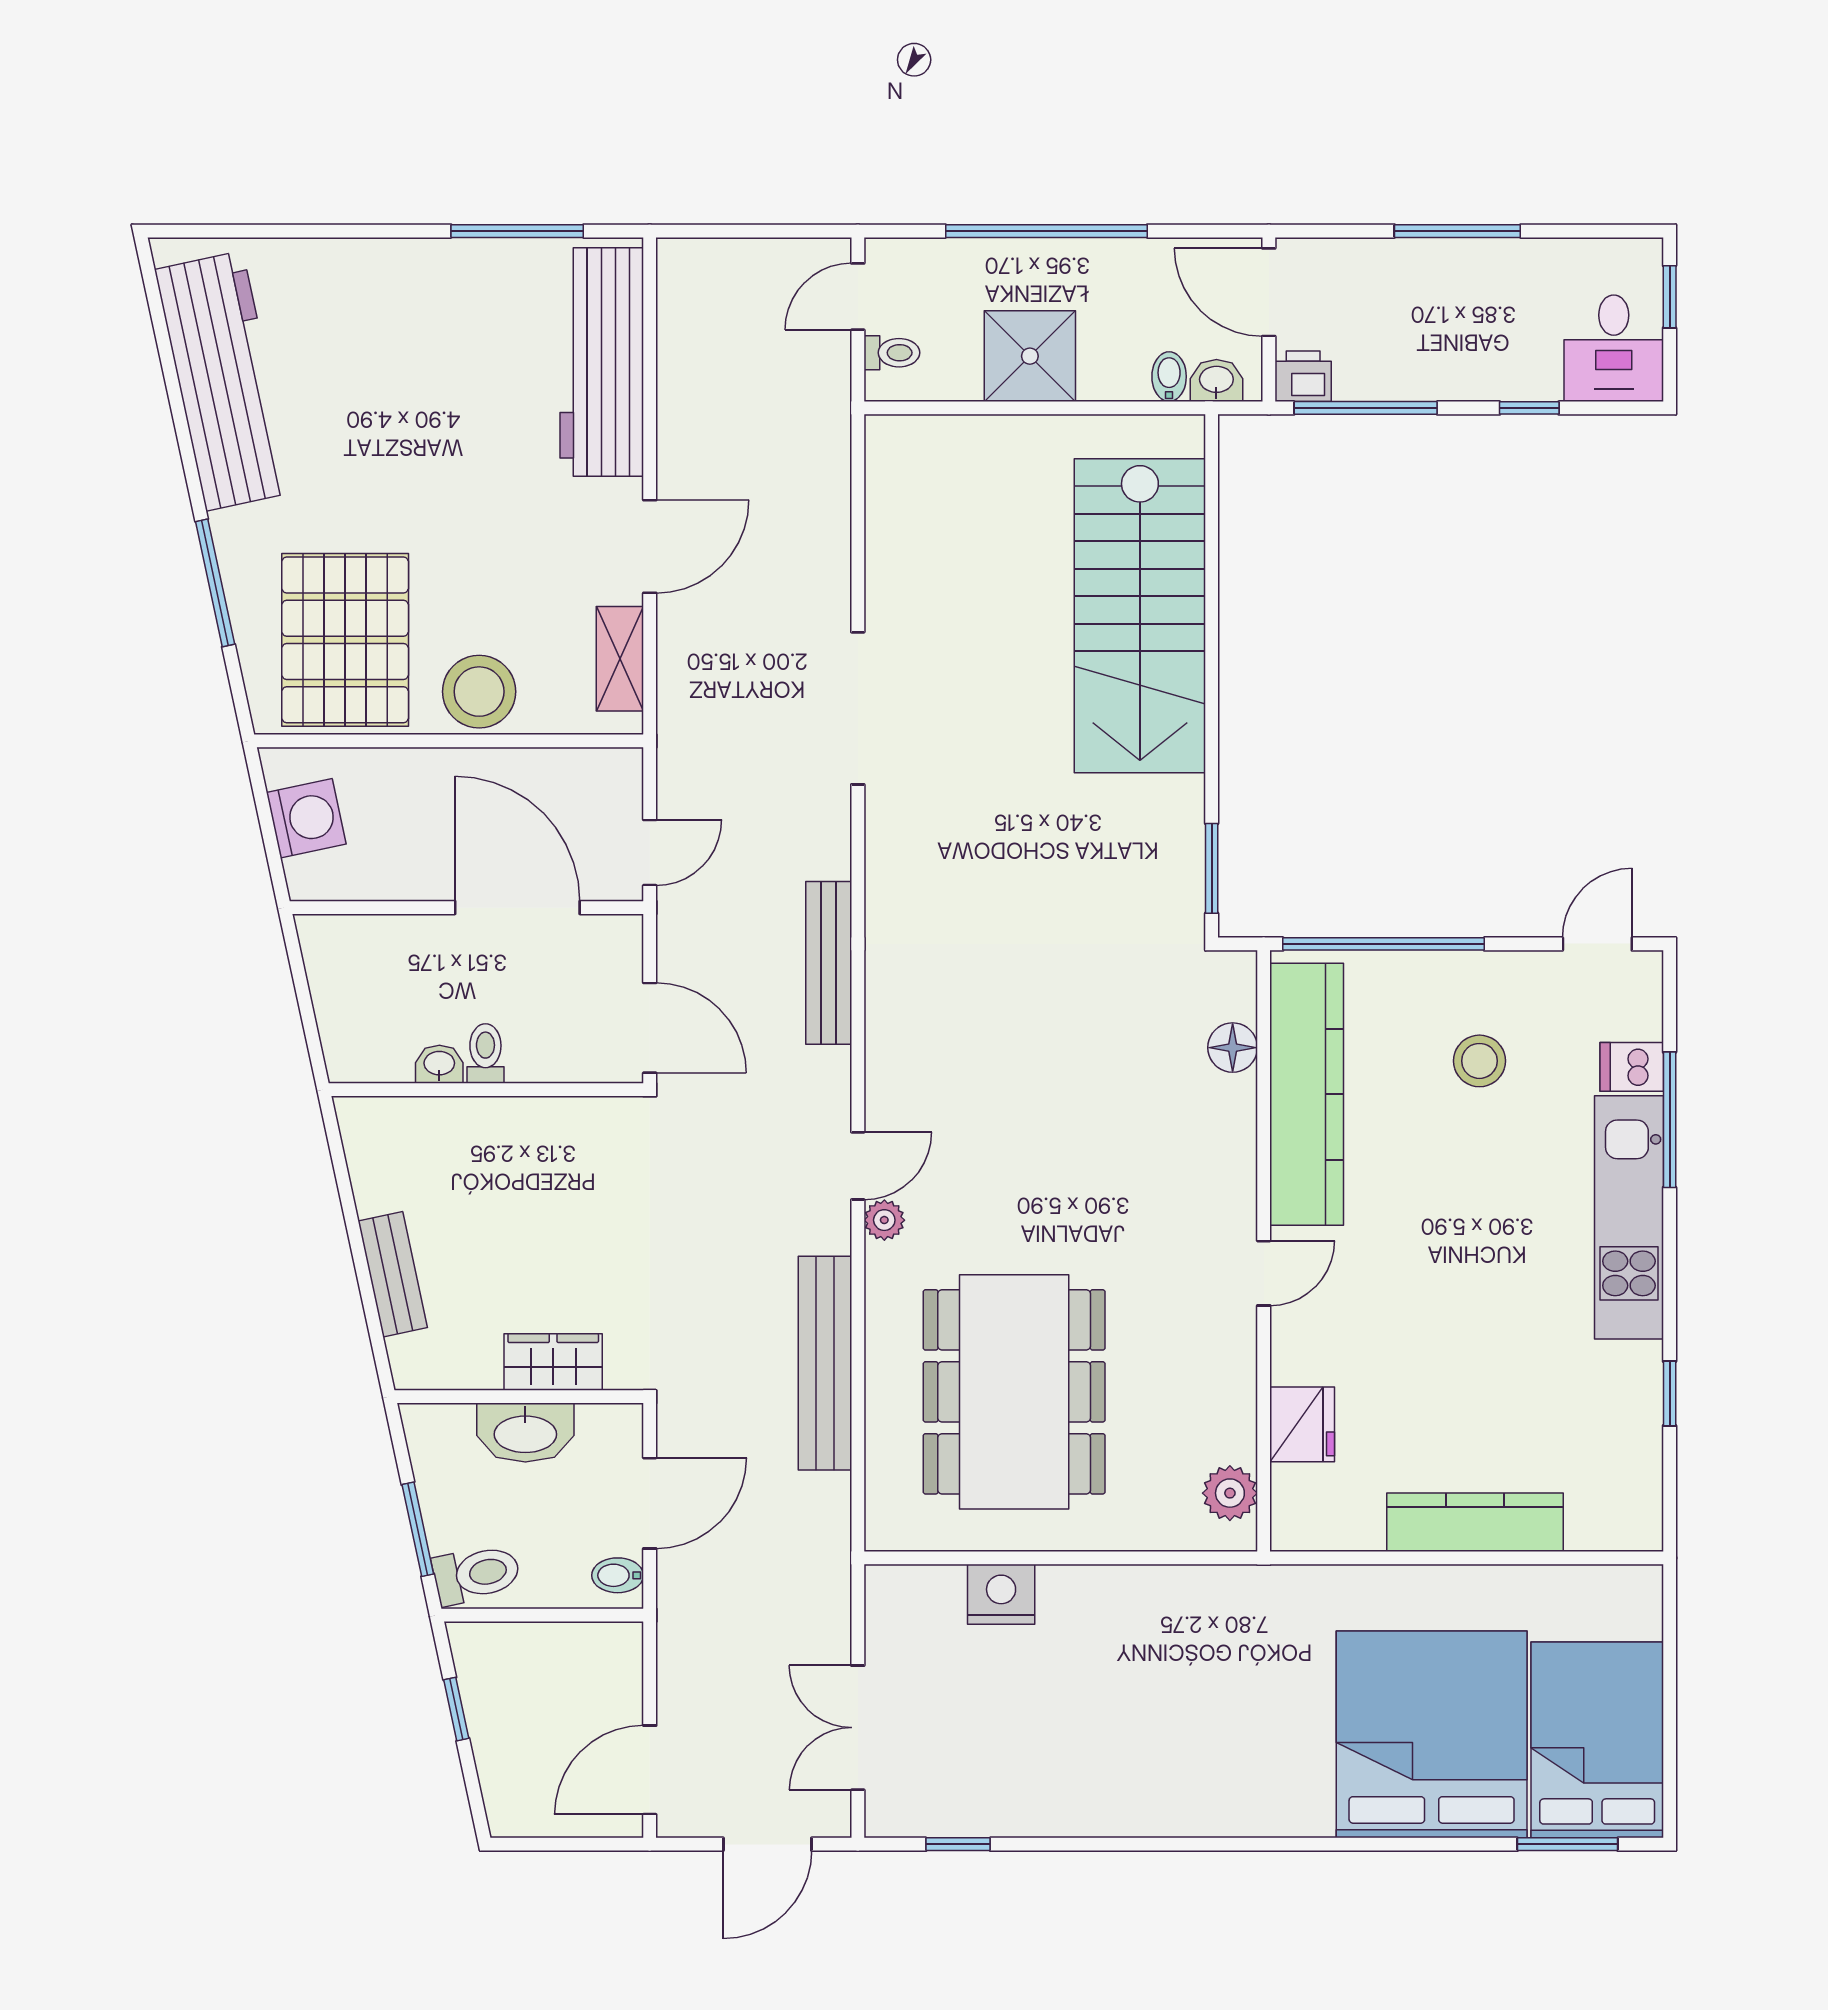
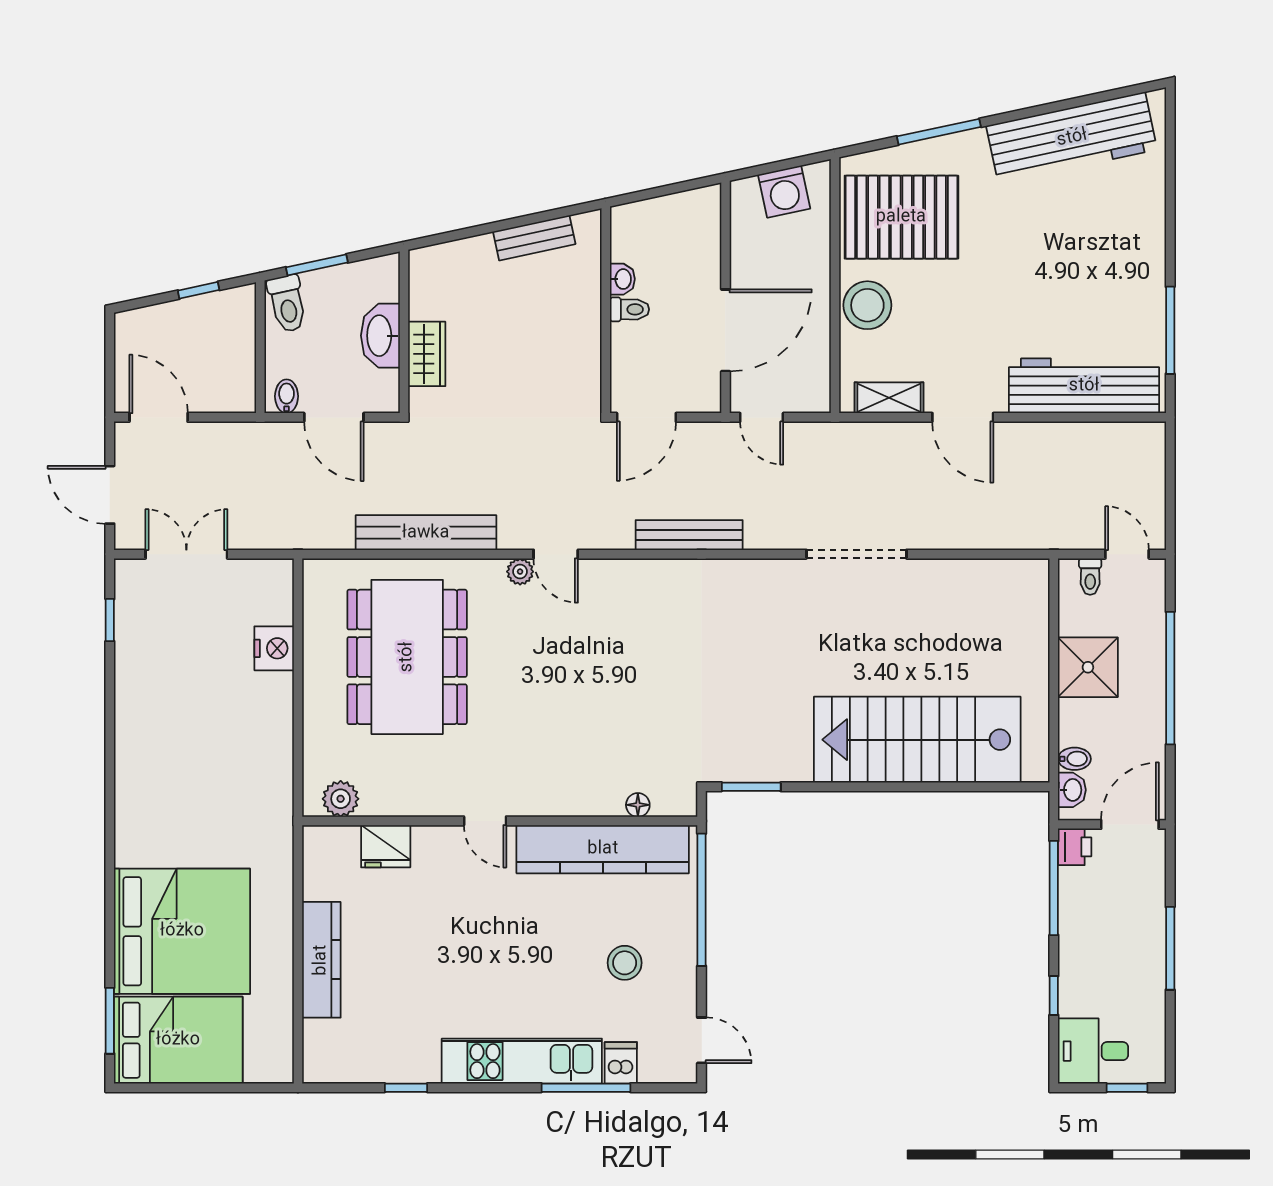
floor lamp: (1233, 1048) -> (638, 805), width x0.73, depth x0.73
bench: (393, 1274) -> (534, 238), moved
dining table: (1014, 1392) -> (407, 657), turned 90

